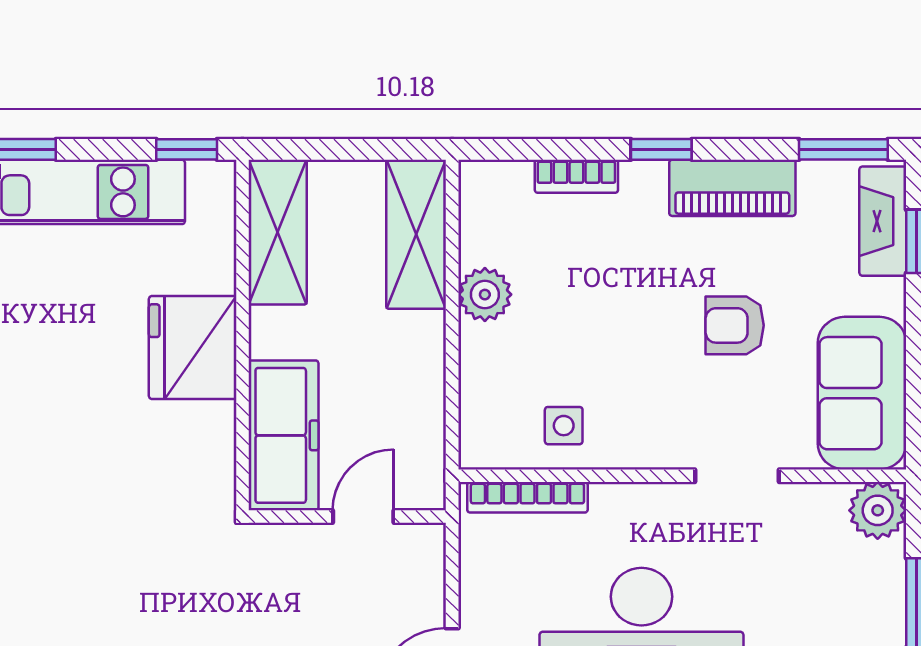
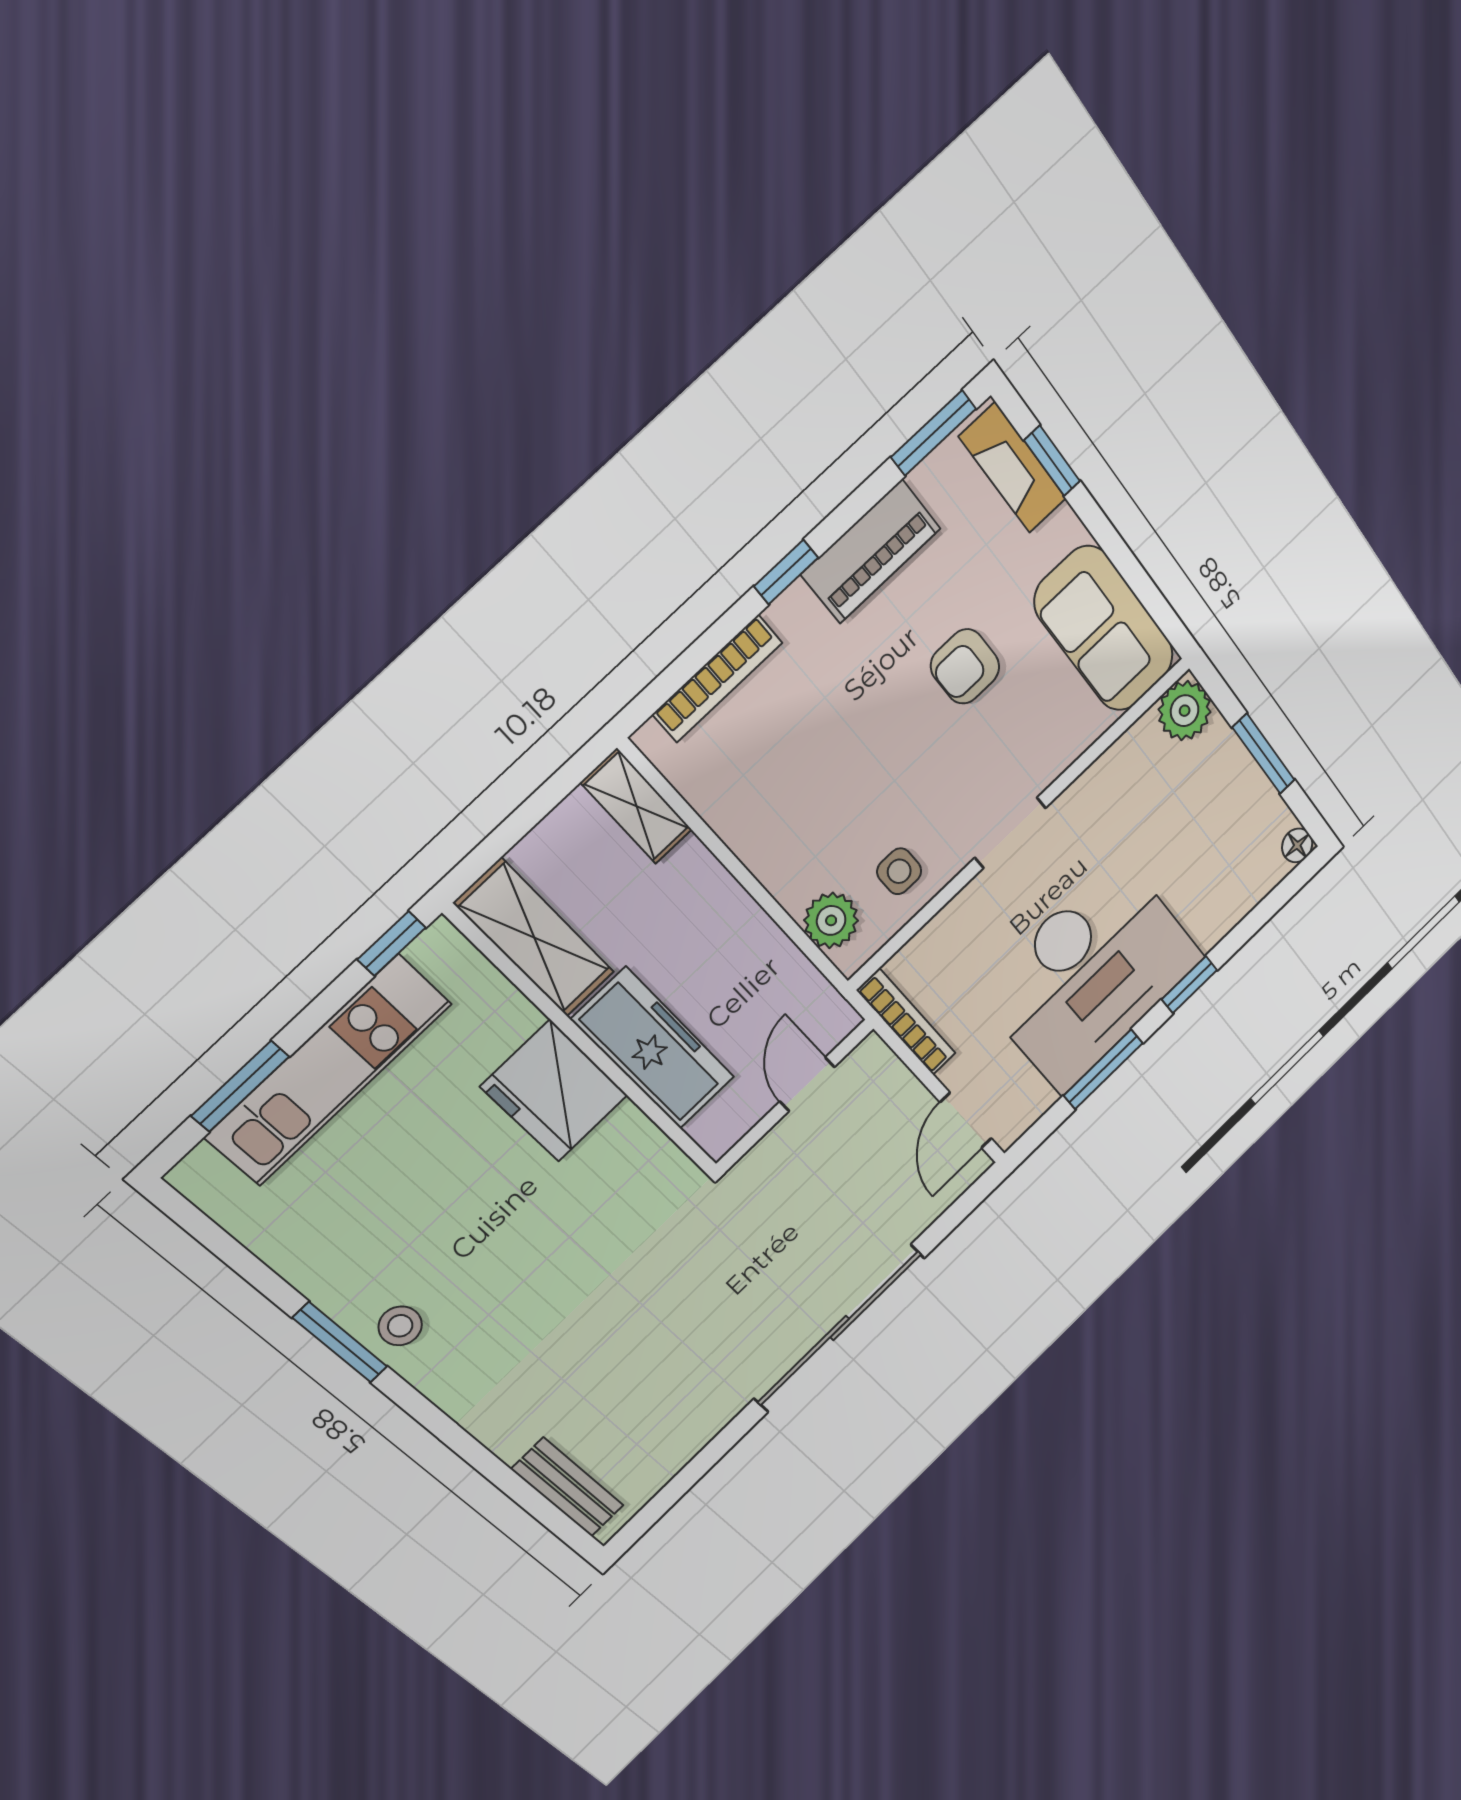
bookcase: (576, 176) -> (717, 678), width x1.56
shelving: (416, 234) -> (637, 806), width x0.67, depth x0.75
plant: (485, 295) -> (831, 920), moved
freezer: (283, 435) -> (653, 1048), moved
doorway: (737, 476) -> (1010, 833), moved
bookcase: (527, 497) -> (906, 1022), moved, turned -90

